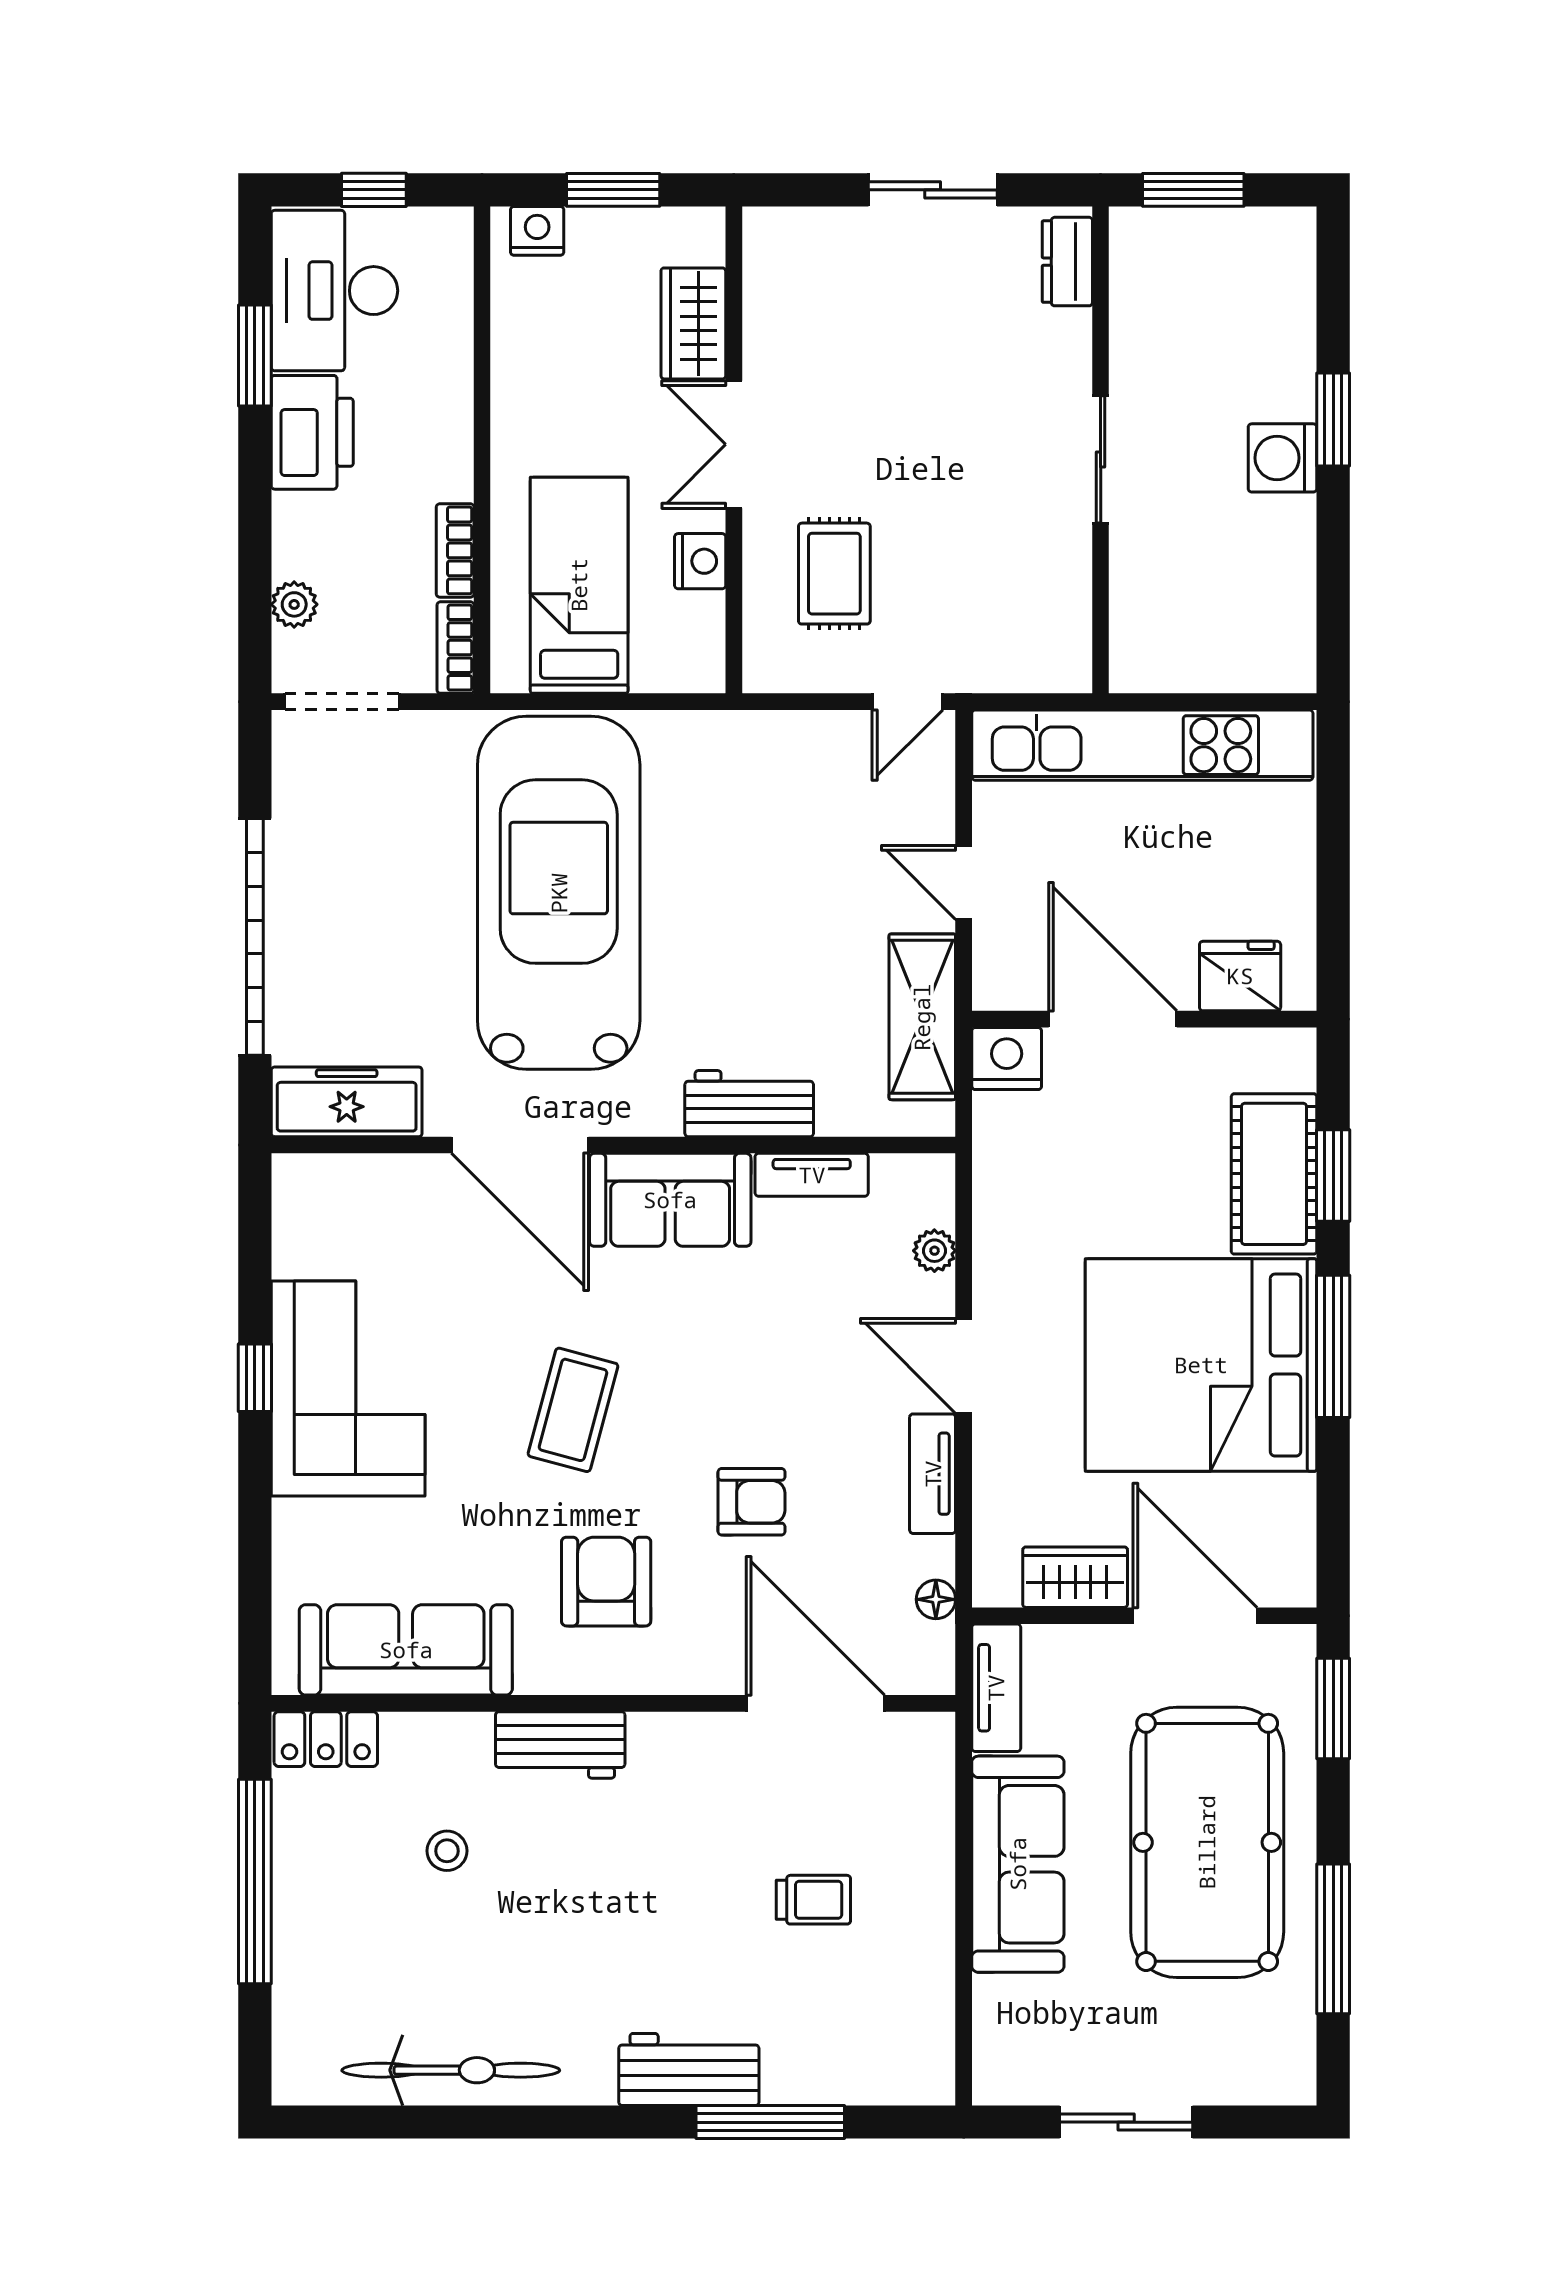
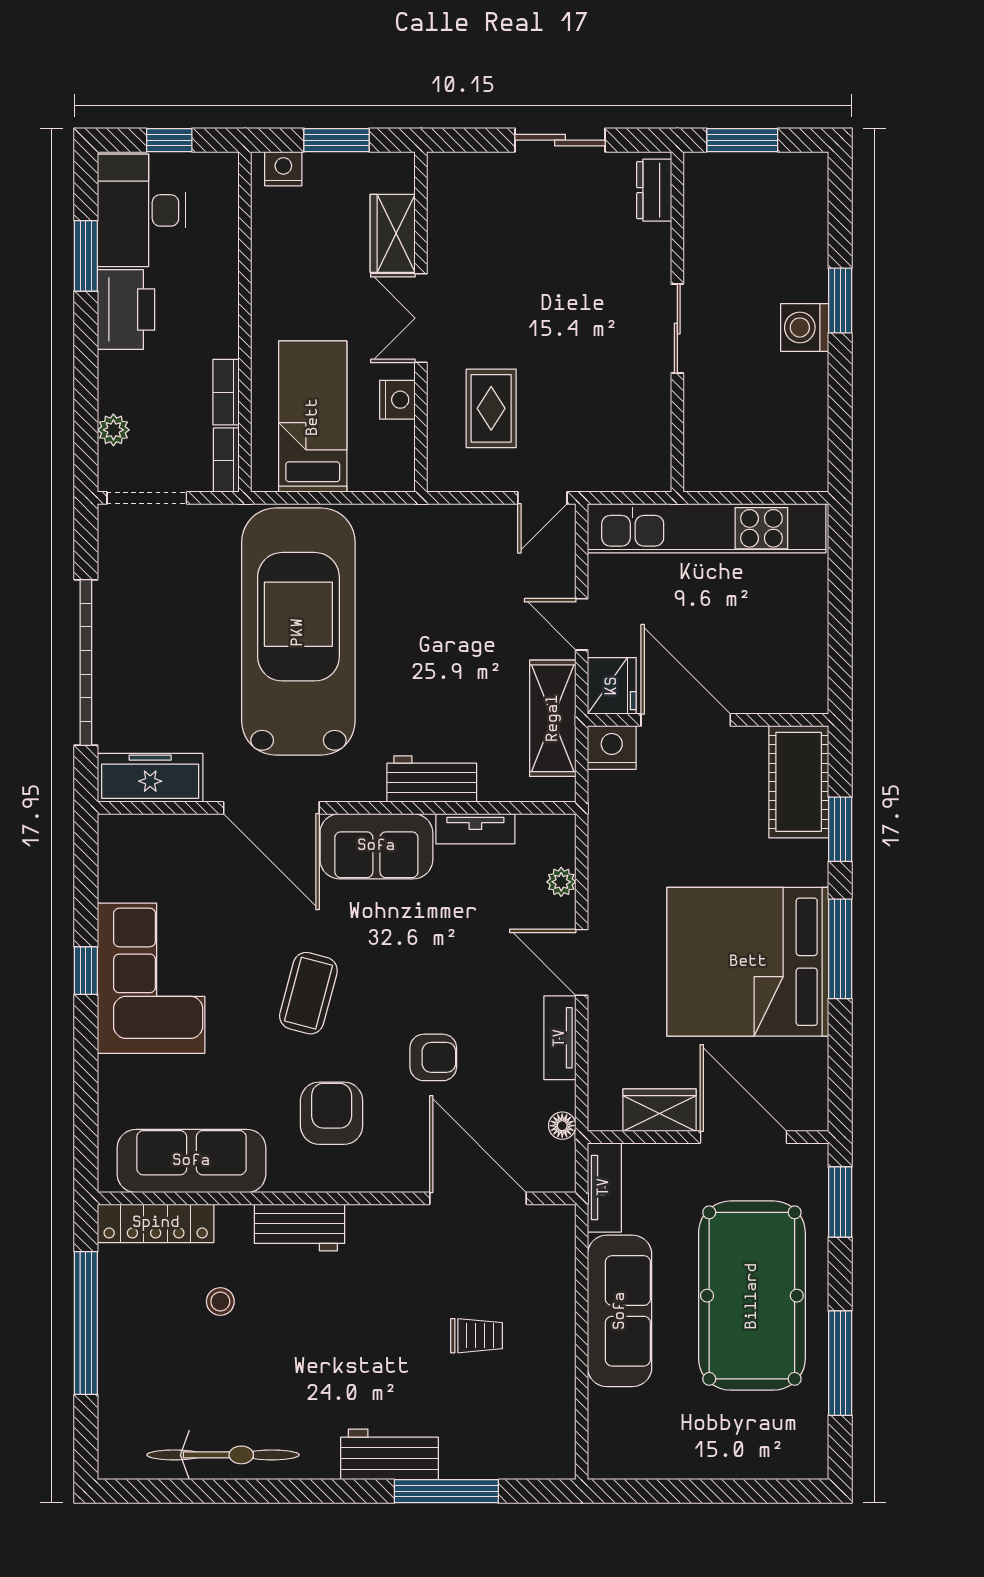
fridge: (1240, 976) -> (612, 686), moved, turned 90
cot: (1274, 1174) -> (799, 782), moved
locker: (326, 1739) -> (156, 1223), width x1.53
sliding door: (1126, 2122) -> (695, 1491), removed

